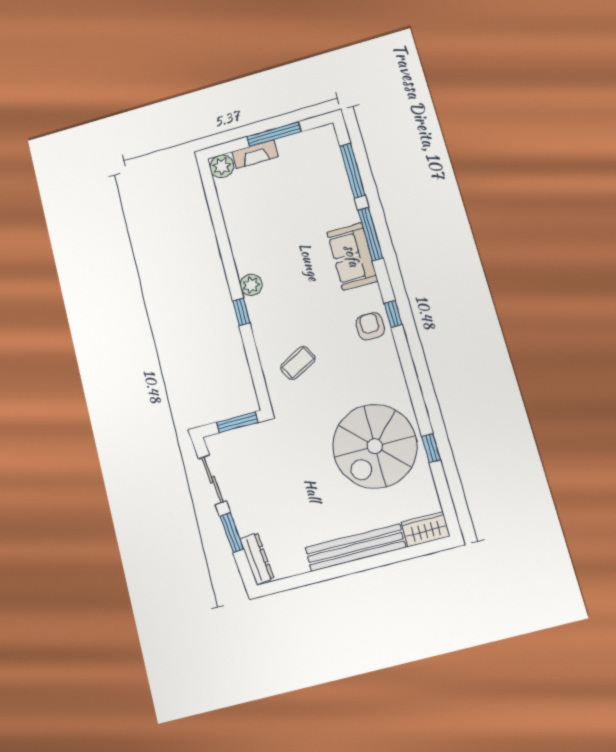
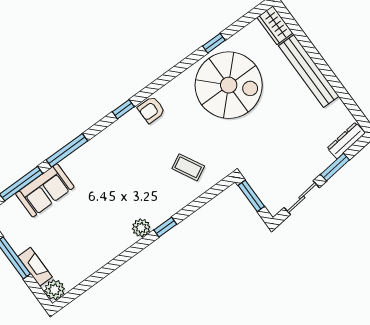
sofa: (352, 256) -> (45, 190), moved
armchair: (370, 326) -> (151, 110), moved

